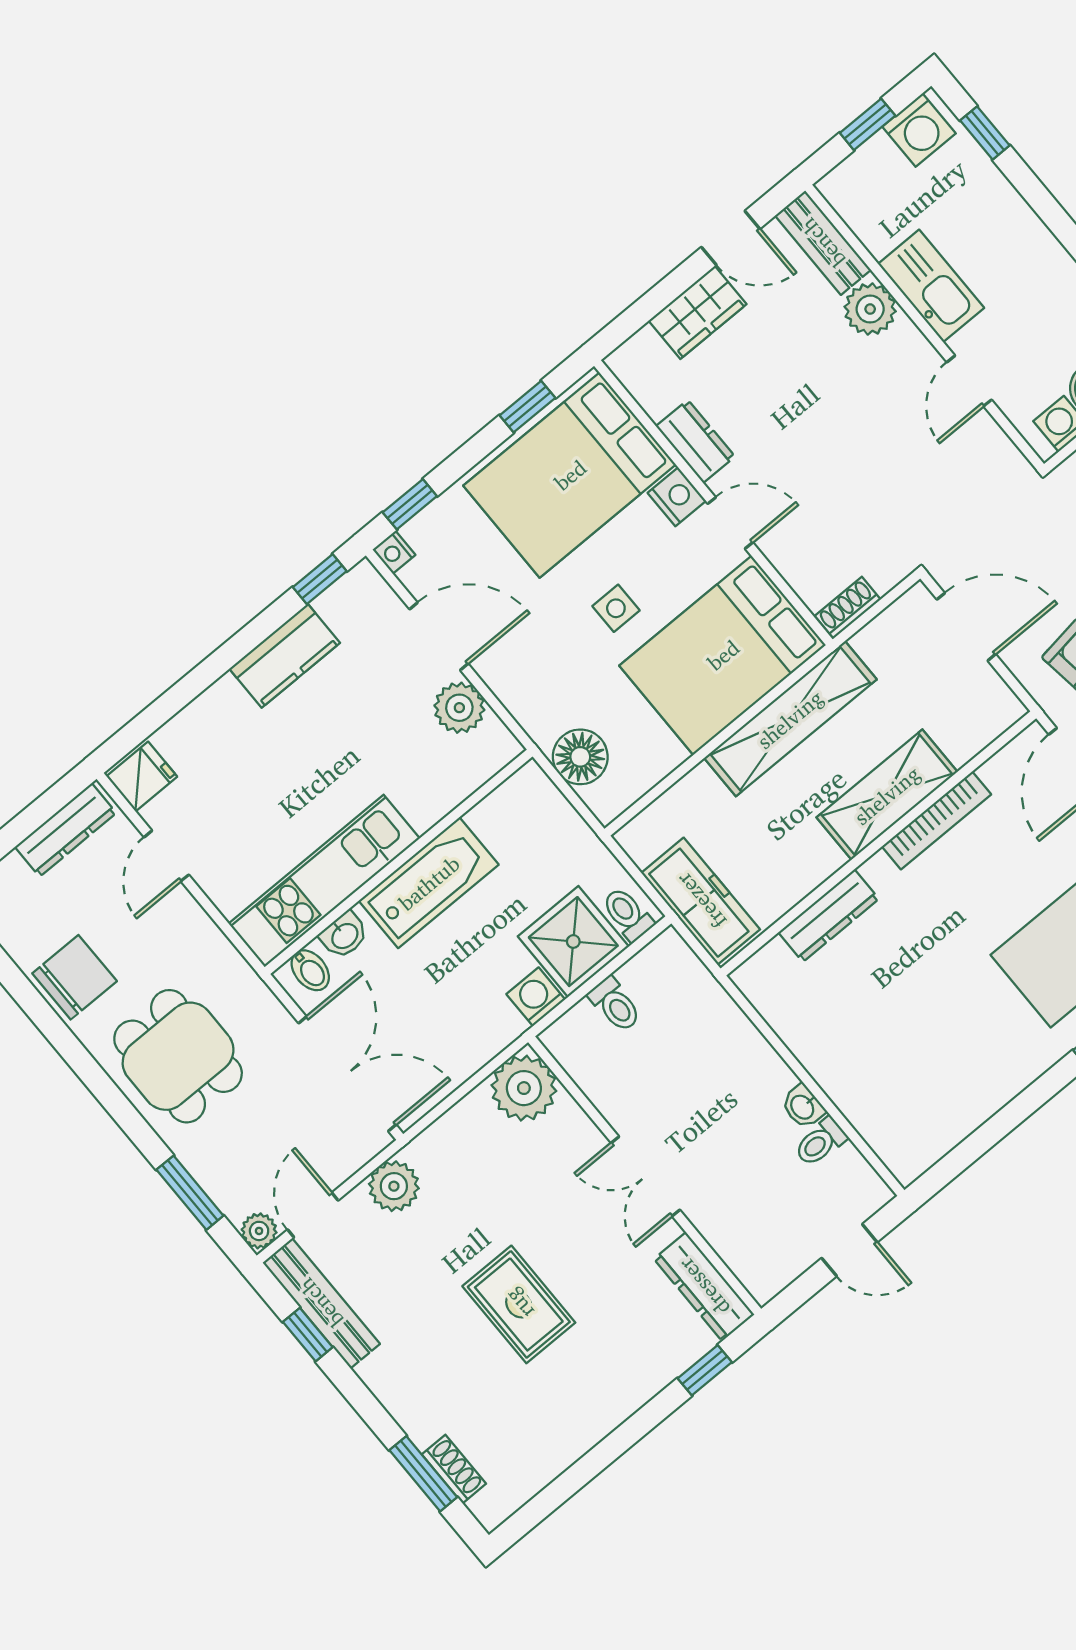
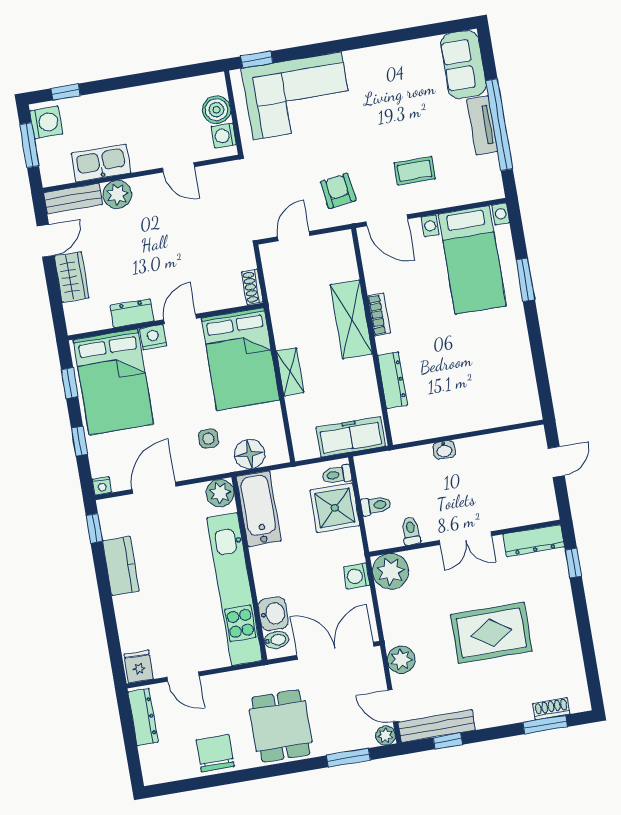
window: (868, 124) -> (29, 145), width x1.50
kitchen sink: (931, 286) -> (101, 163), moved
window: (410, 504) -> (79, 441), moved
side table: (616, 608) -> (208, 439), moved
door: (966, 627) -> (294, 236), width x0.73
plant: (459, 708) -> (220, 493), moved
shelving: (790, 719) -> (290, 372), width x0.45, depth x0.75
bookcase: (937, 820) -> (379, 315), width x0.64
kitchen unit: (324, 881) -> (235, 589), width x1.36
bathtub: (429, 883) -> (259, 509), moved
washbasin: (344, 935) -> (273, 614), width x1.38, depth x1.45
washing machine: (536, 997) -> (357, 576), moved
dining table: (178, 1056) -> (281, 726), turned 90
washbasin: (803, 1107) -> (444, 450), moved
toilet: (820, 1142) -> (411, 531), moved, turned 180
rug: (519, 1304) -> (491, 633), width x1.36, depth x1.43

